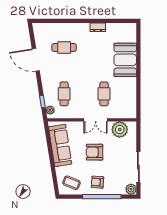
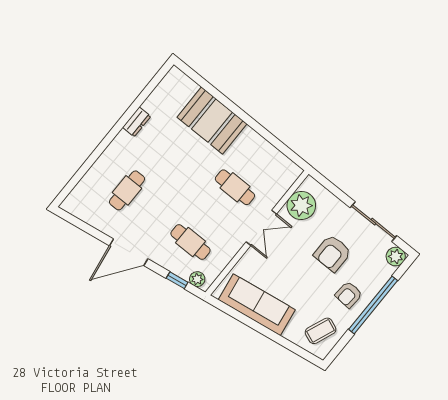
door: (36, 60) -> (129, 252), moved
armchair: (95, 152) -> (332, 253), moved

